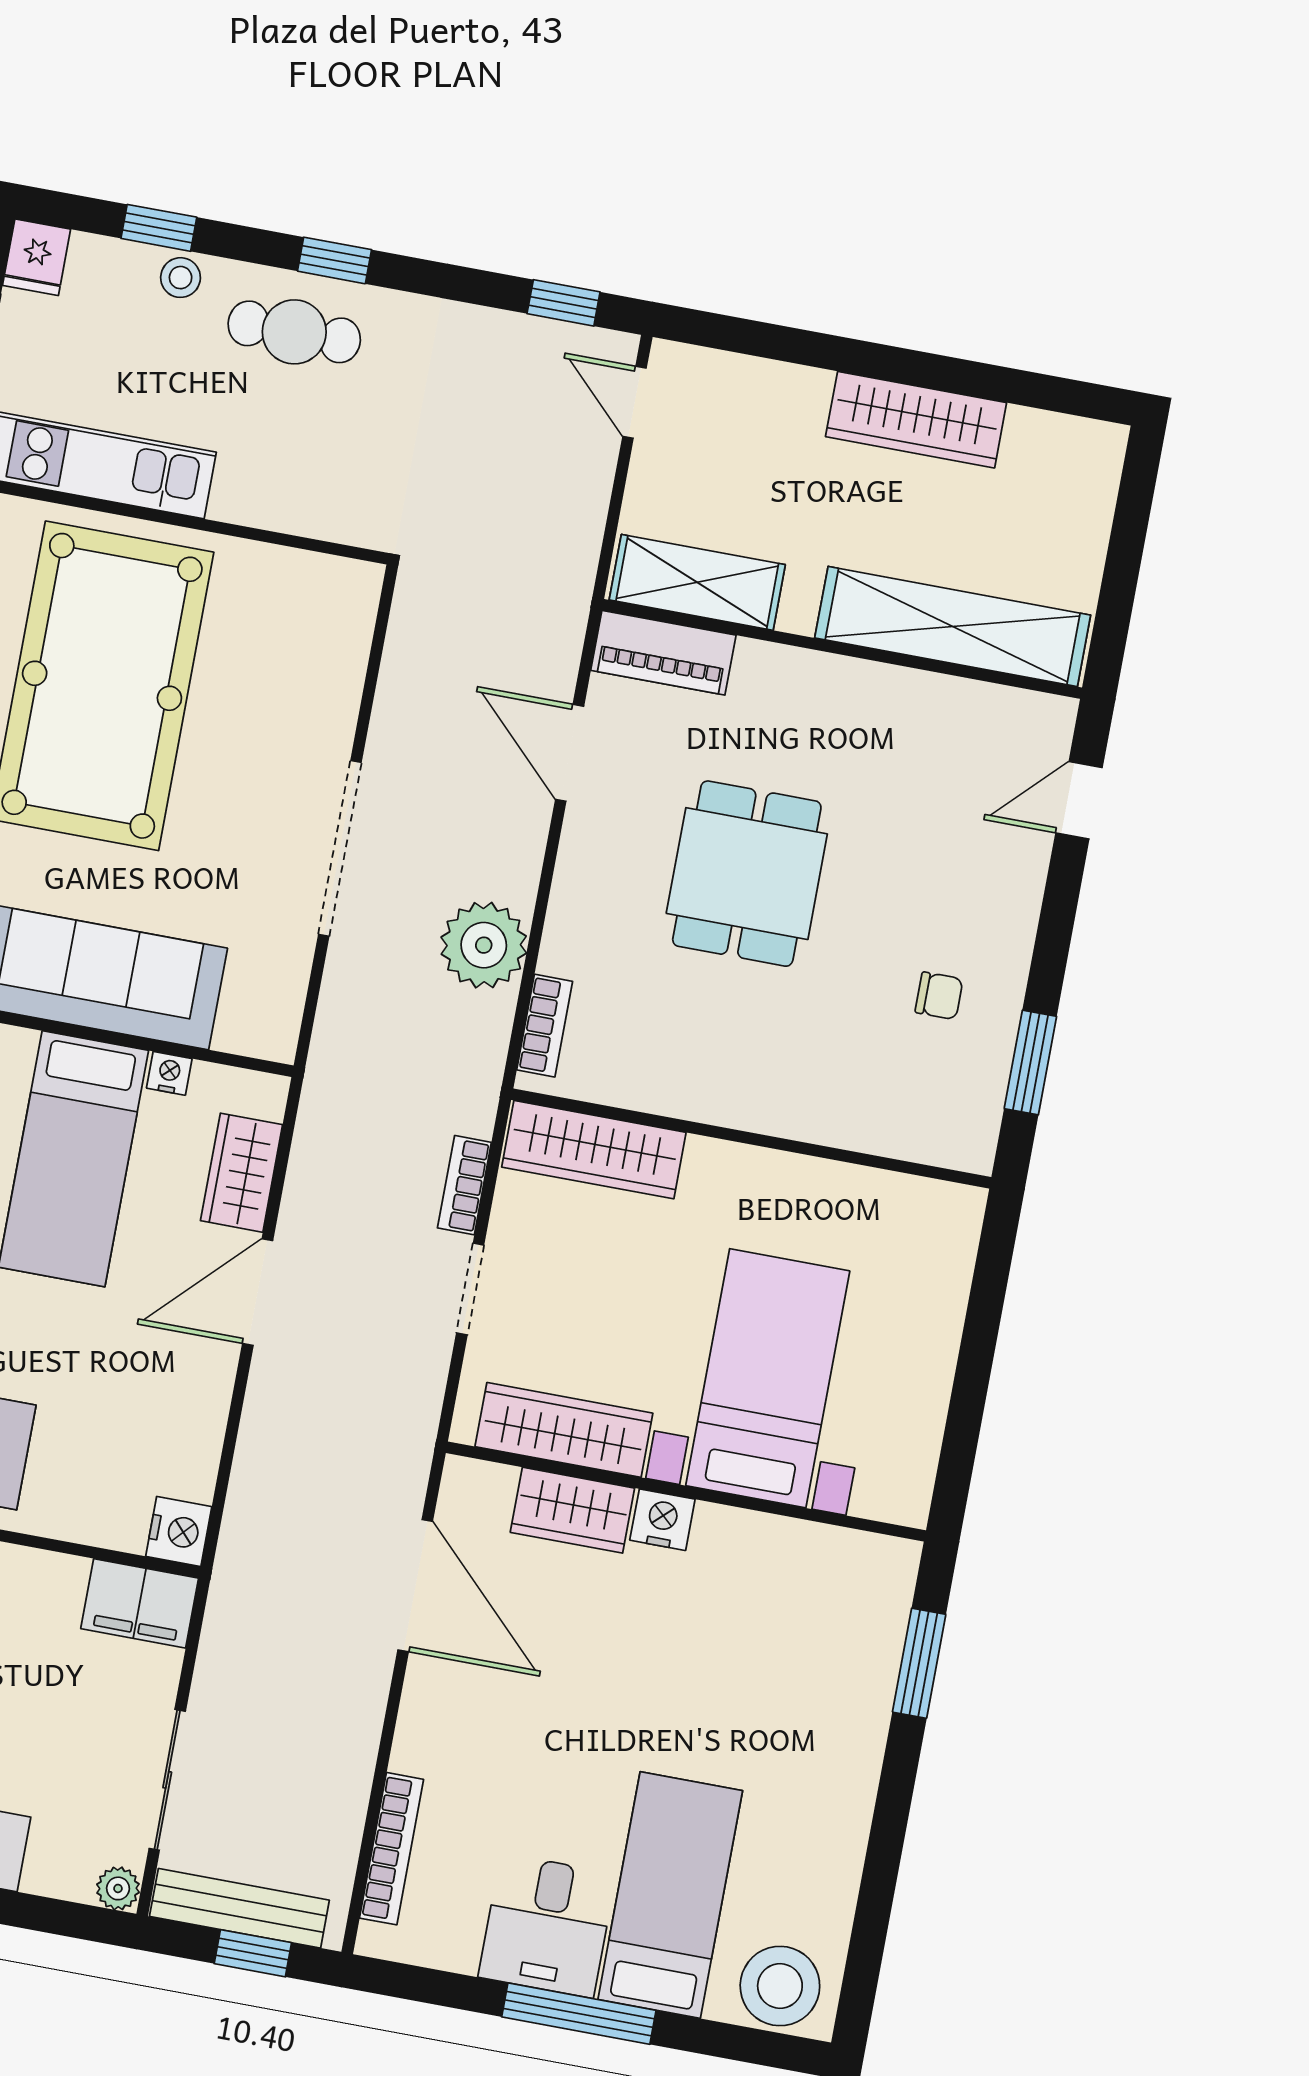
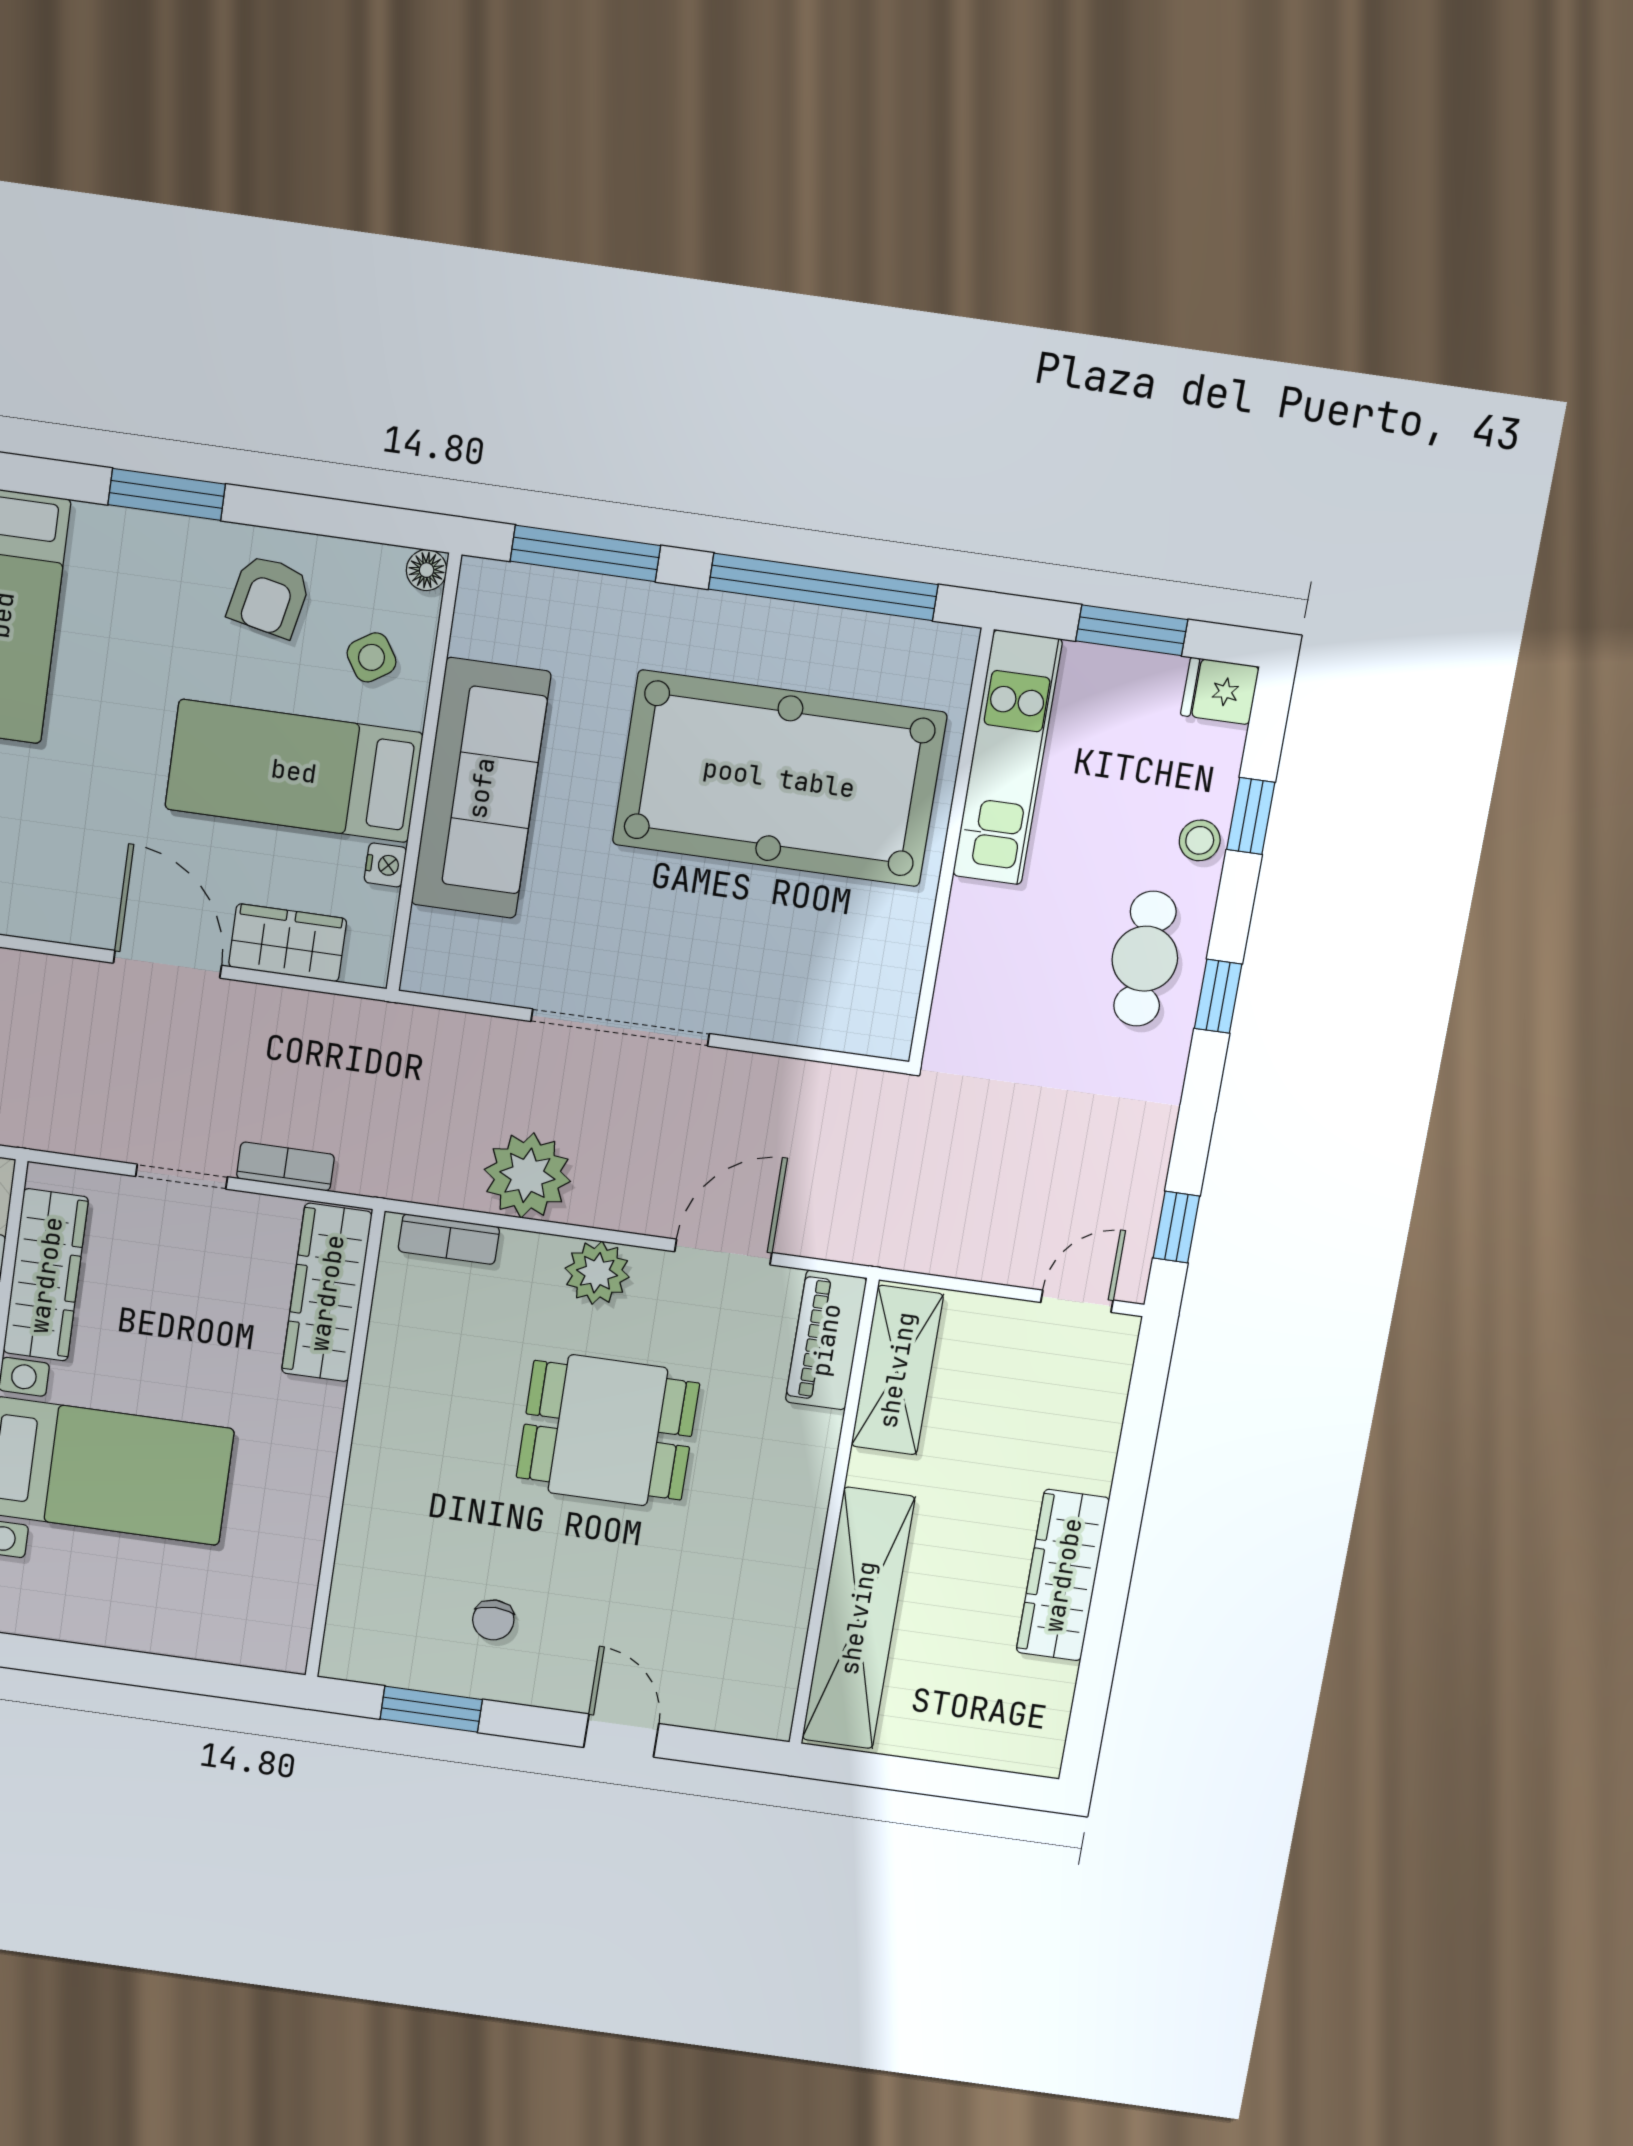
door: (1079, 800) -> (621, 1735), moved
plant: (585, 879) -> (597, 1273), added

